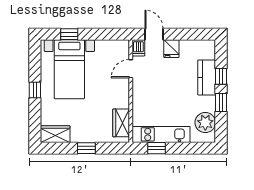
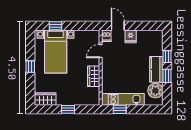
kitchen counter: (207, 77) -> (156, 69), moved
wardrobe: (121, 123) -> (94, 76), moved

